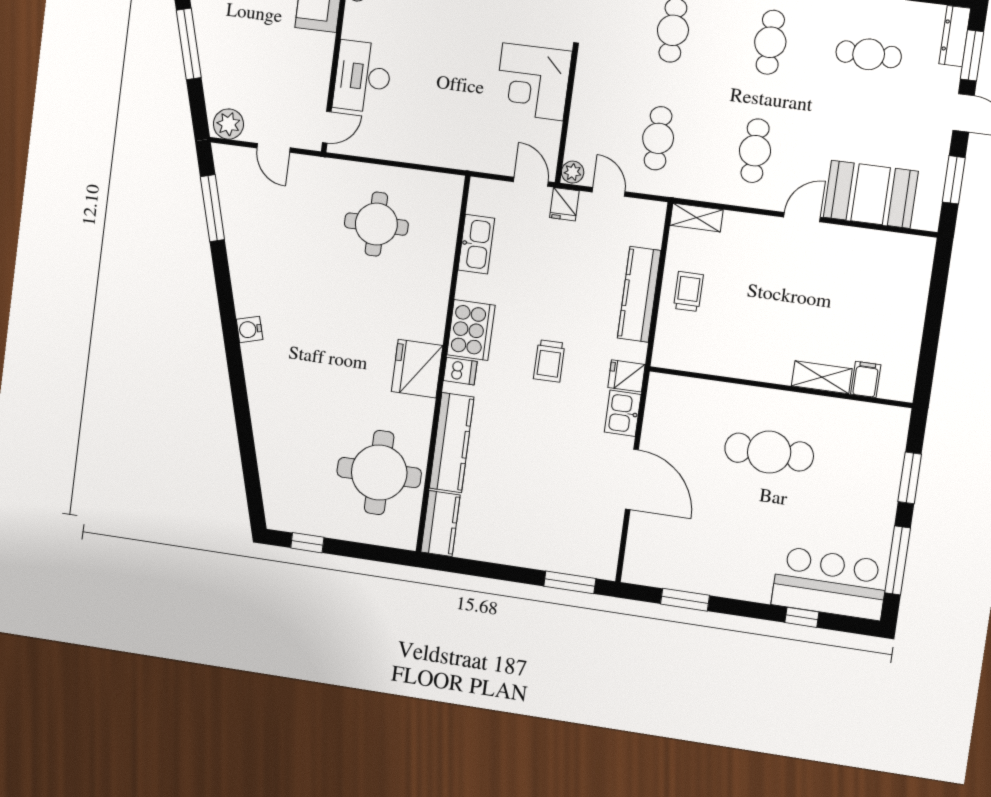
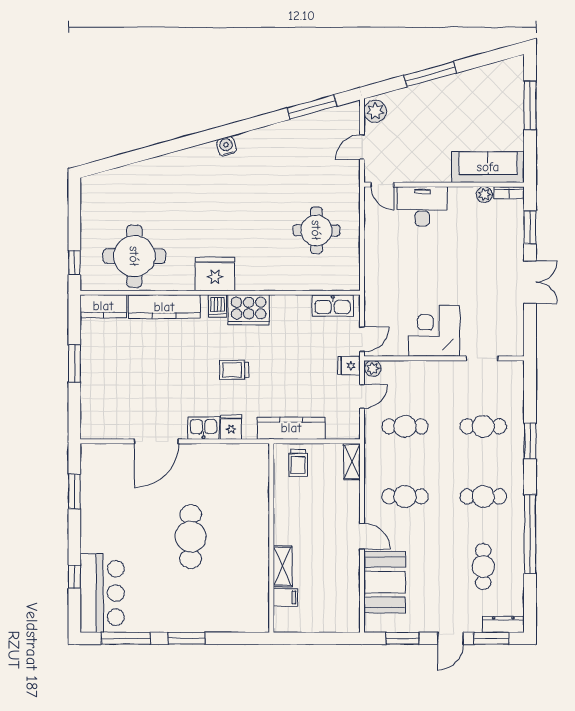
kitchen sink: (476, 244) -> (333, 306), moved
trolley: (688, 292) -> (298, 463), turned 90
shelving: (822, 377) -> (282, 566), moved
filing cabinet: (866, 379) -> (285, 597), moved
wall: (780, 387) -> (271, 538), moved
window: (307, 543) -> (74, 263), moved
window: (570, 582) -> (74, 363), moved

